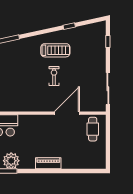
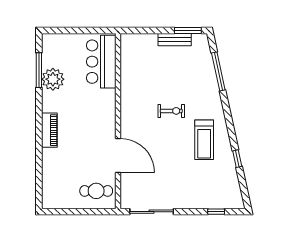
exercise bike: (54, 76) -> (171, 111), moved

